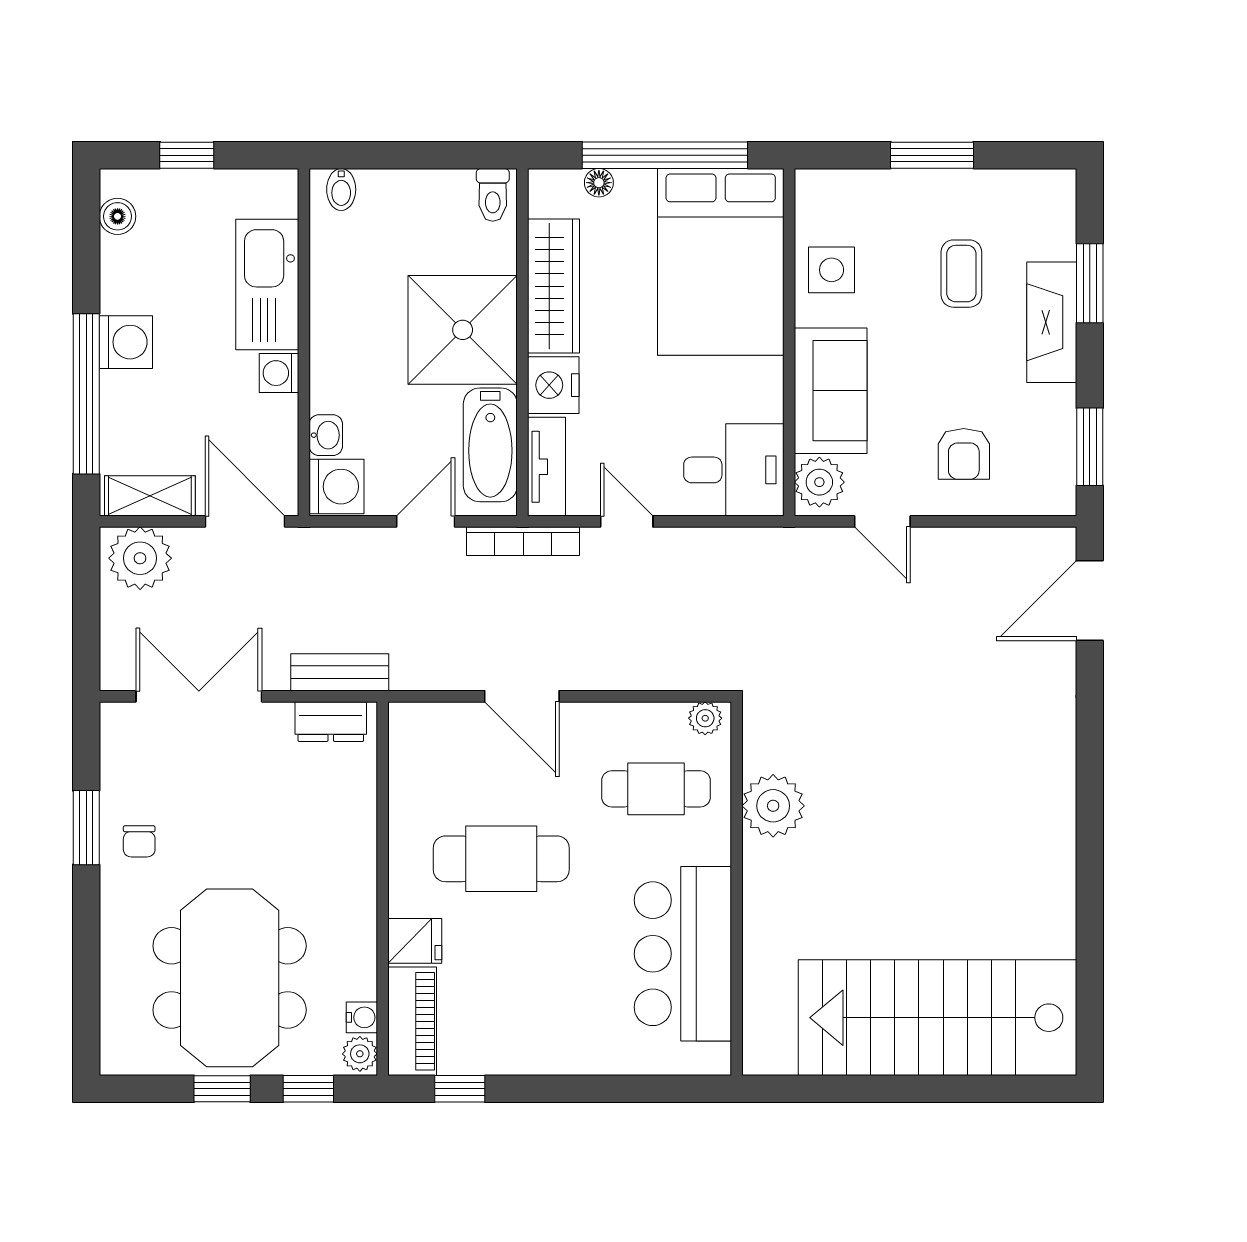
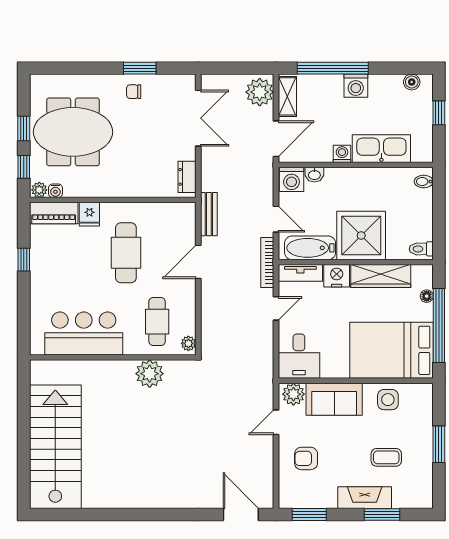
bench: (340, 672) -> (209, 214), moved
window: (460, 1089) -> (24, 260), moved

